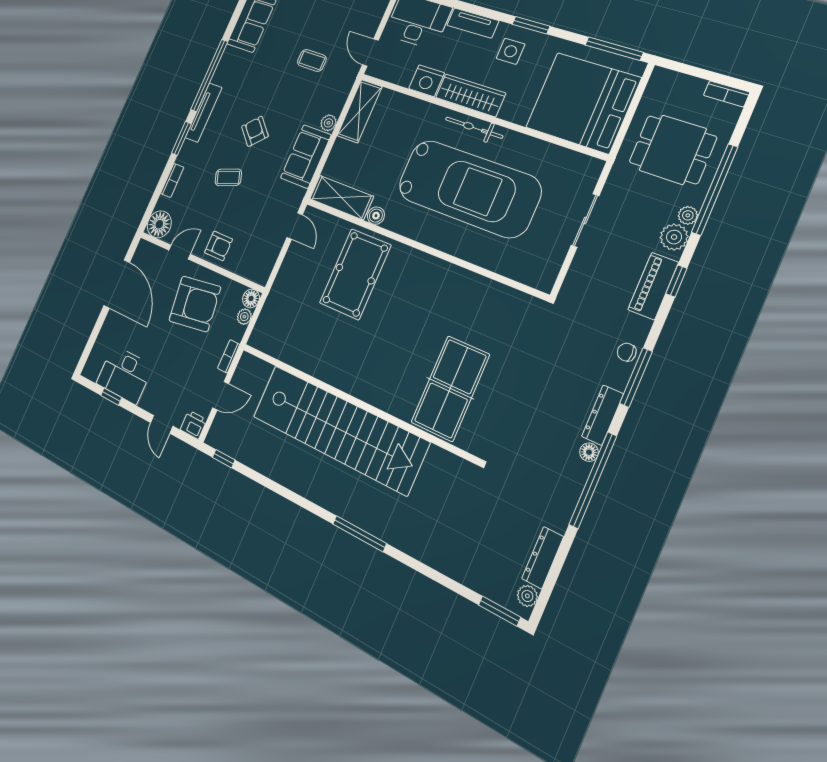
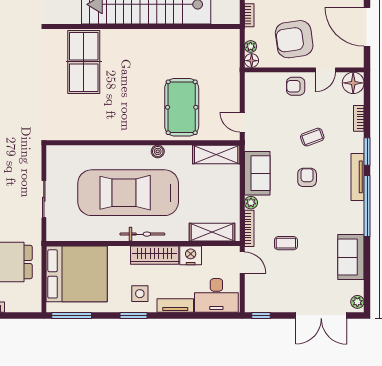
bookcase: (344, 92) -> (249, 228), added
shelving: (360, 111) -> (212, 232), moved, turned 90
armchair: (255, 131) -> (307, 177), turned -135
boiler: (376, 216) -> (158, 151), moved

